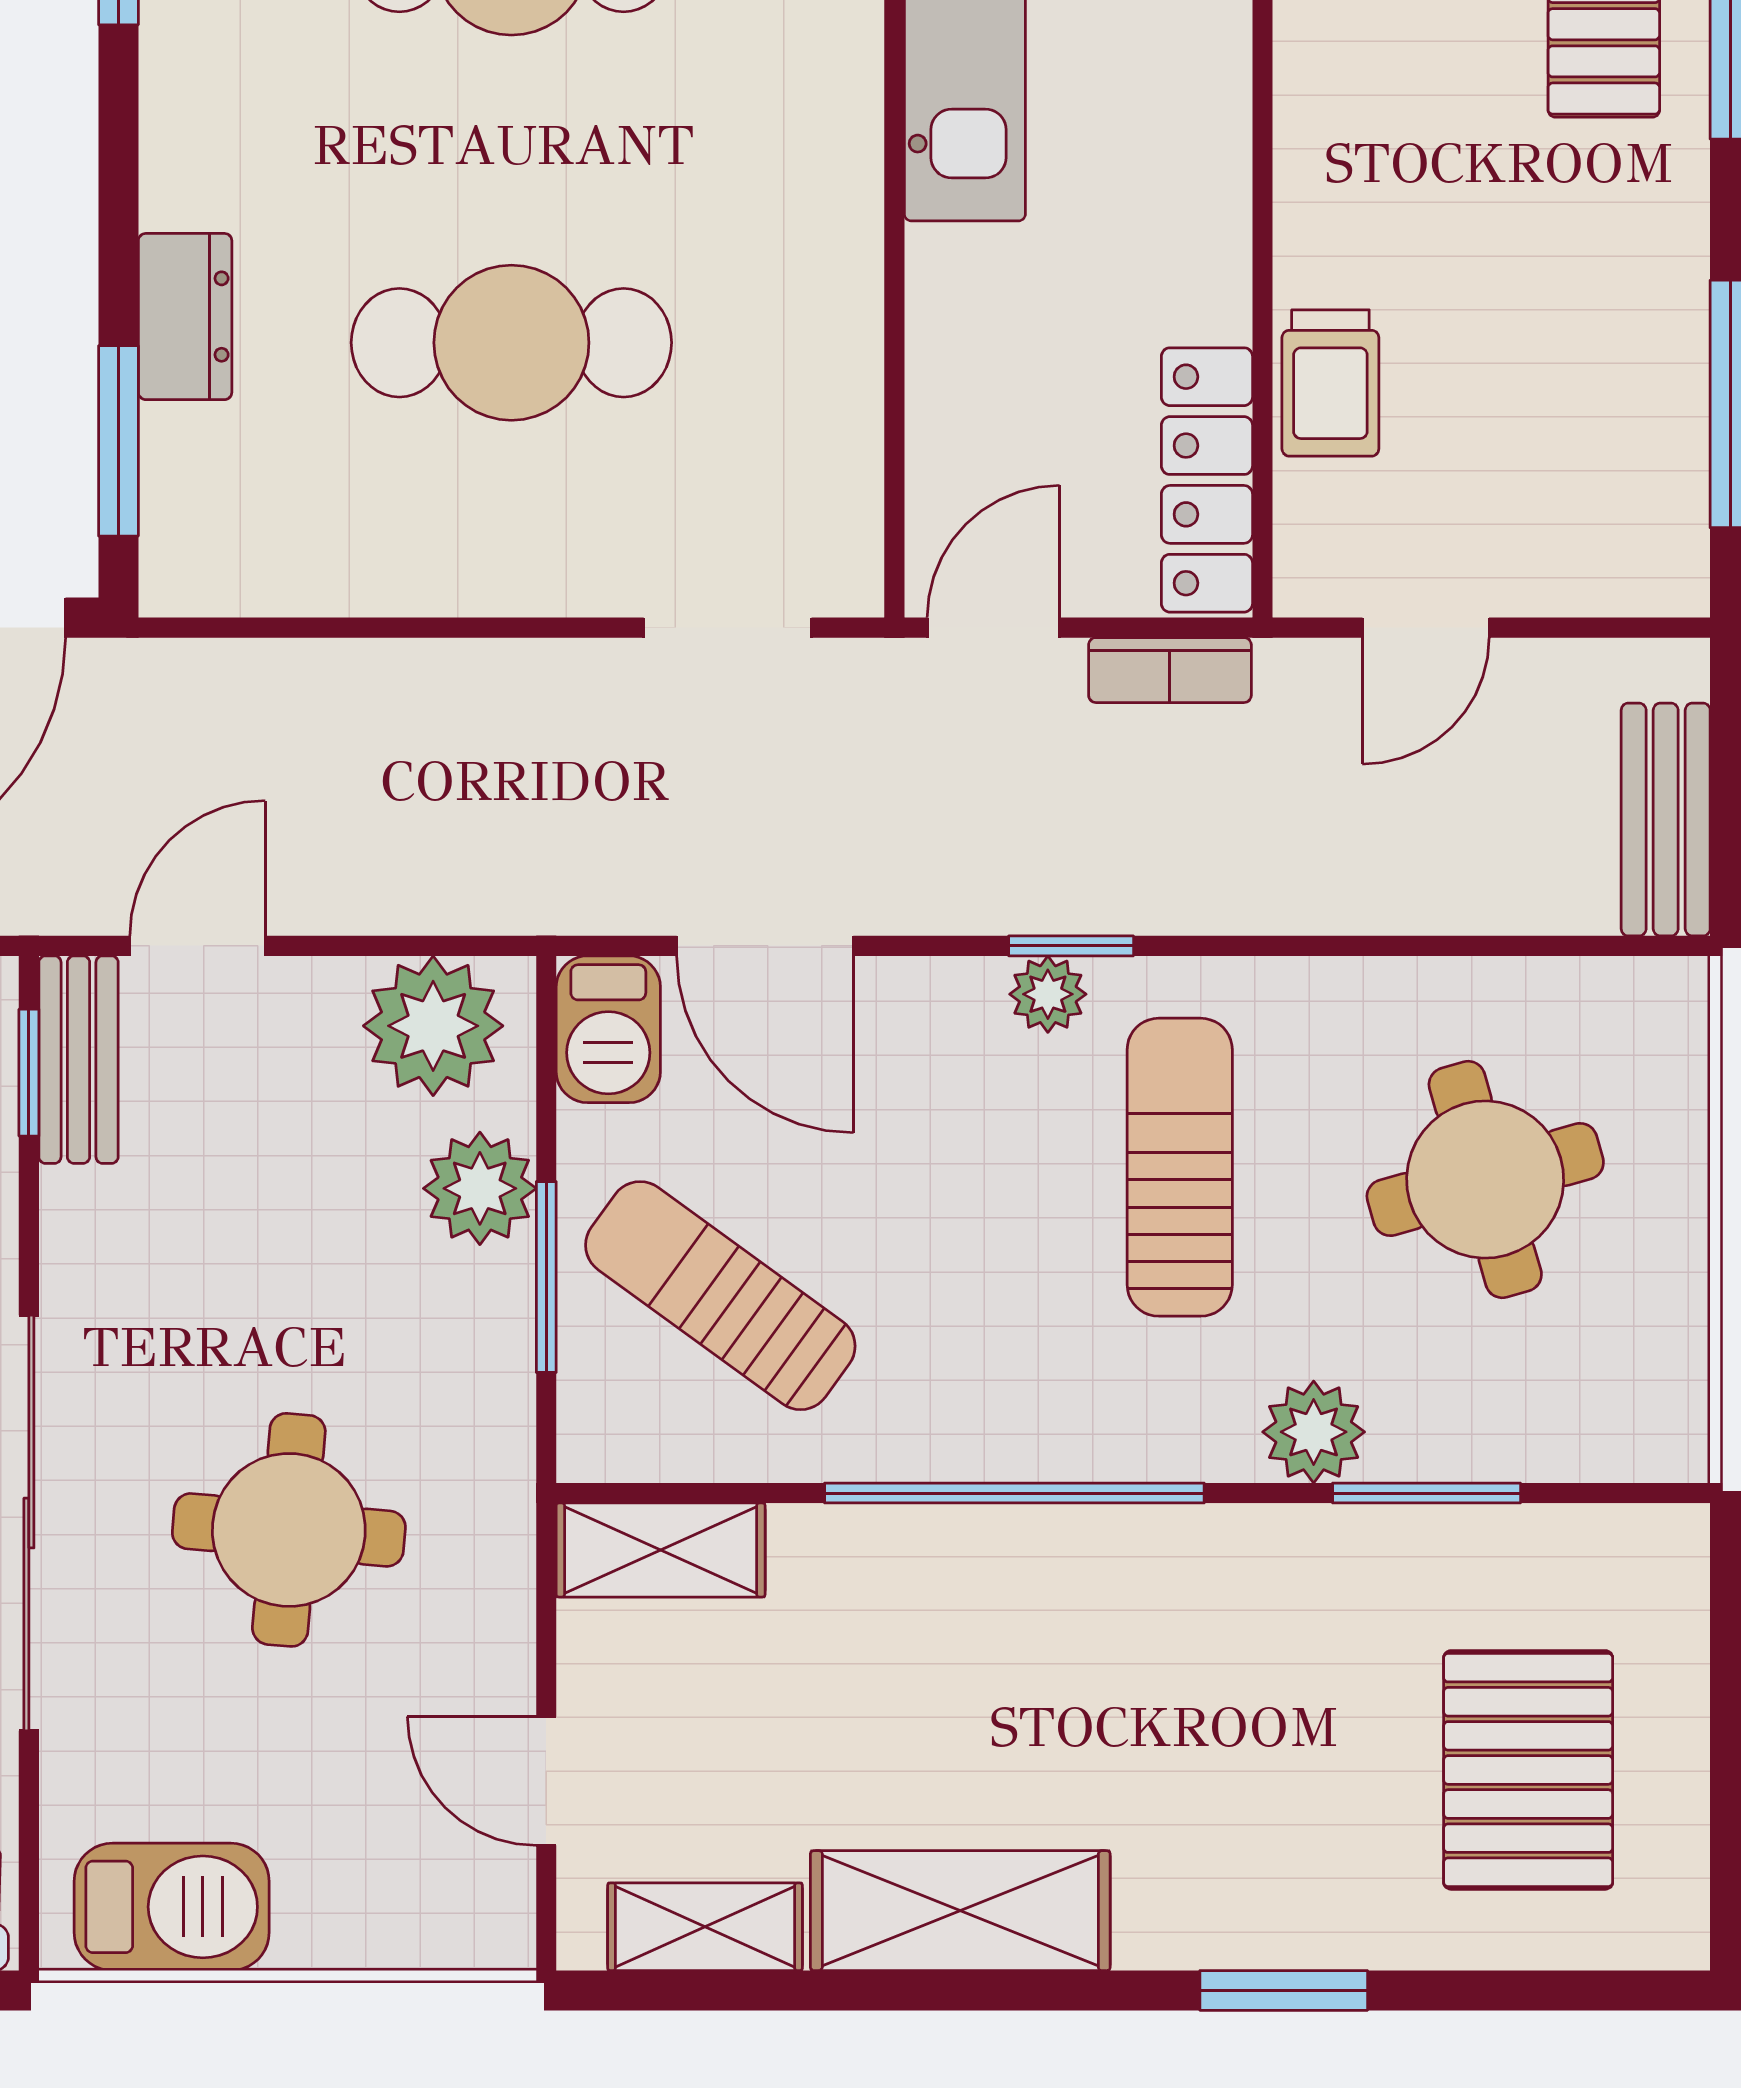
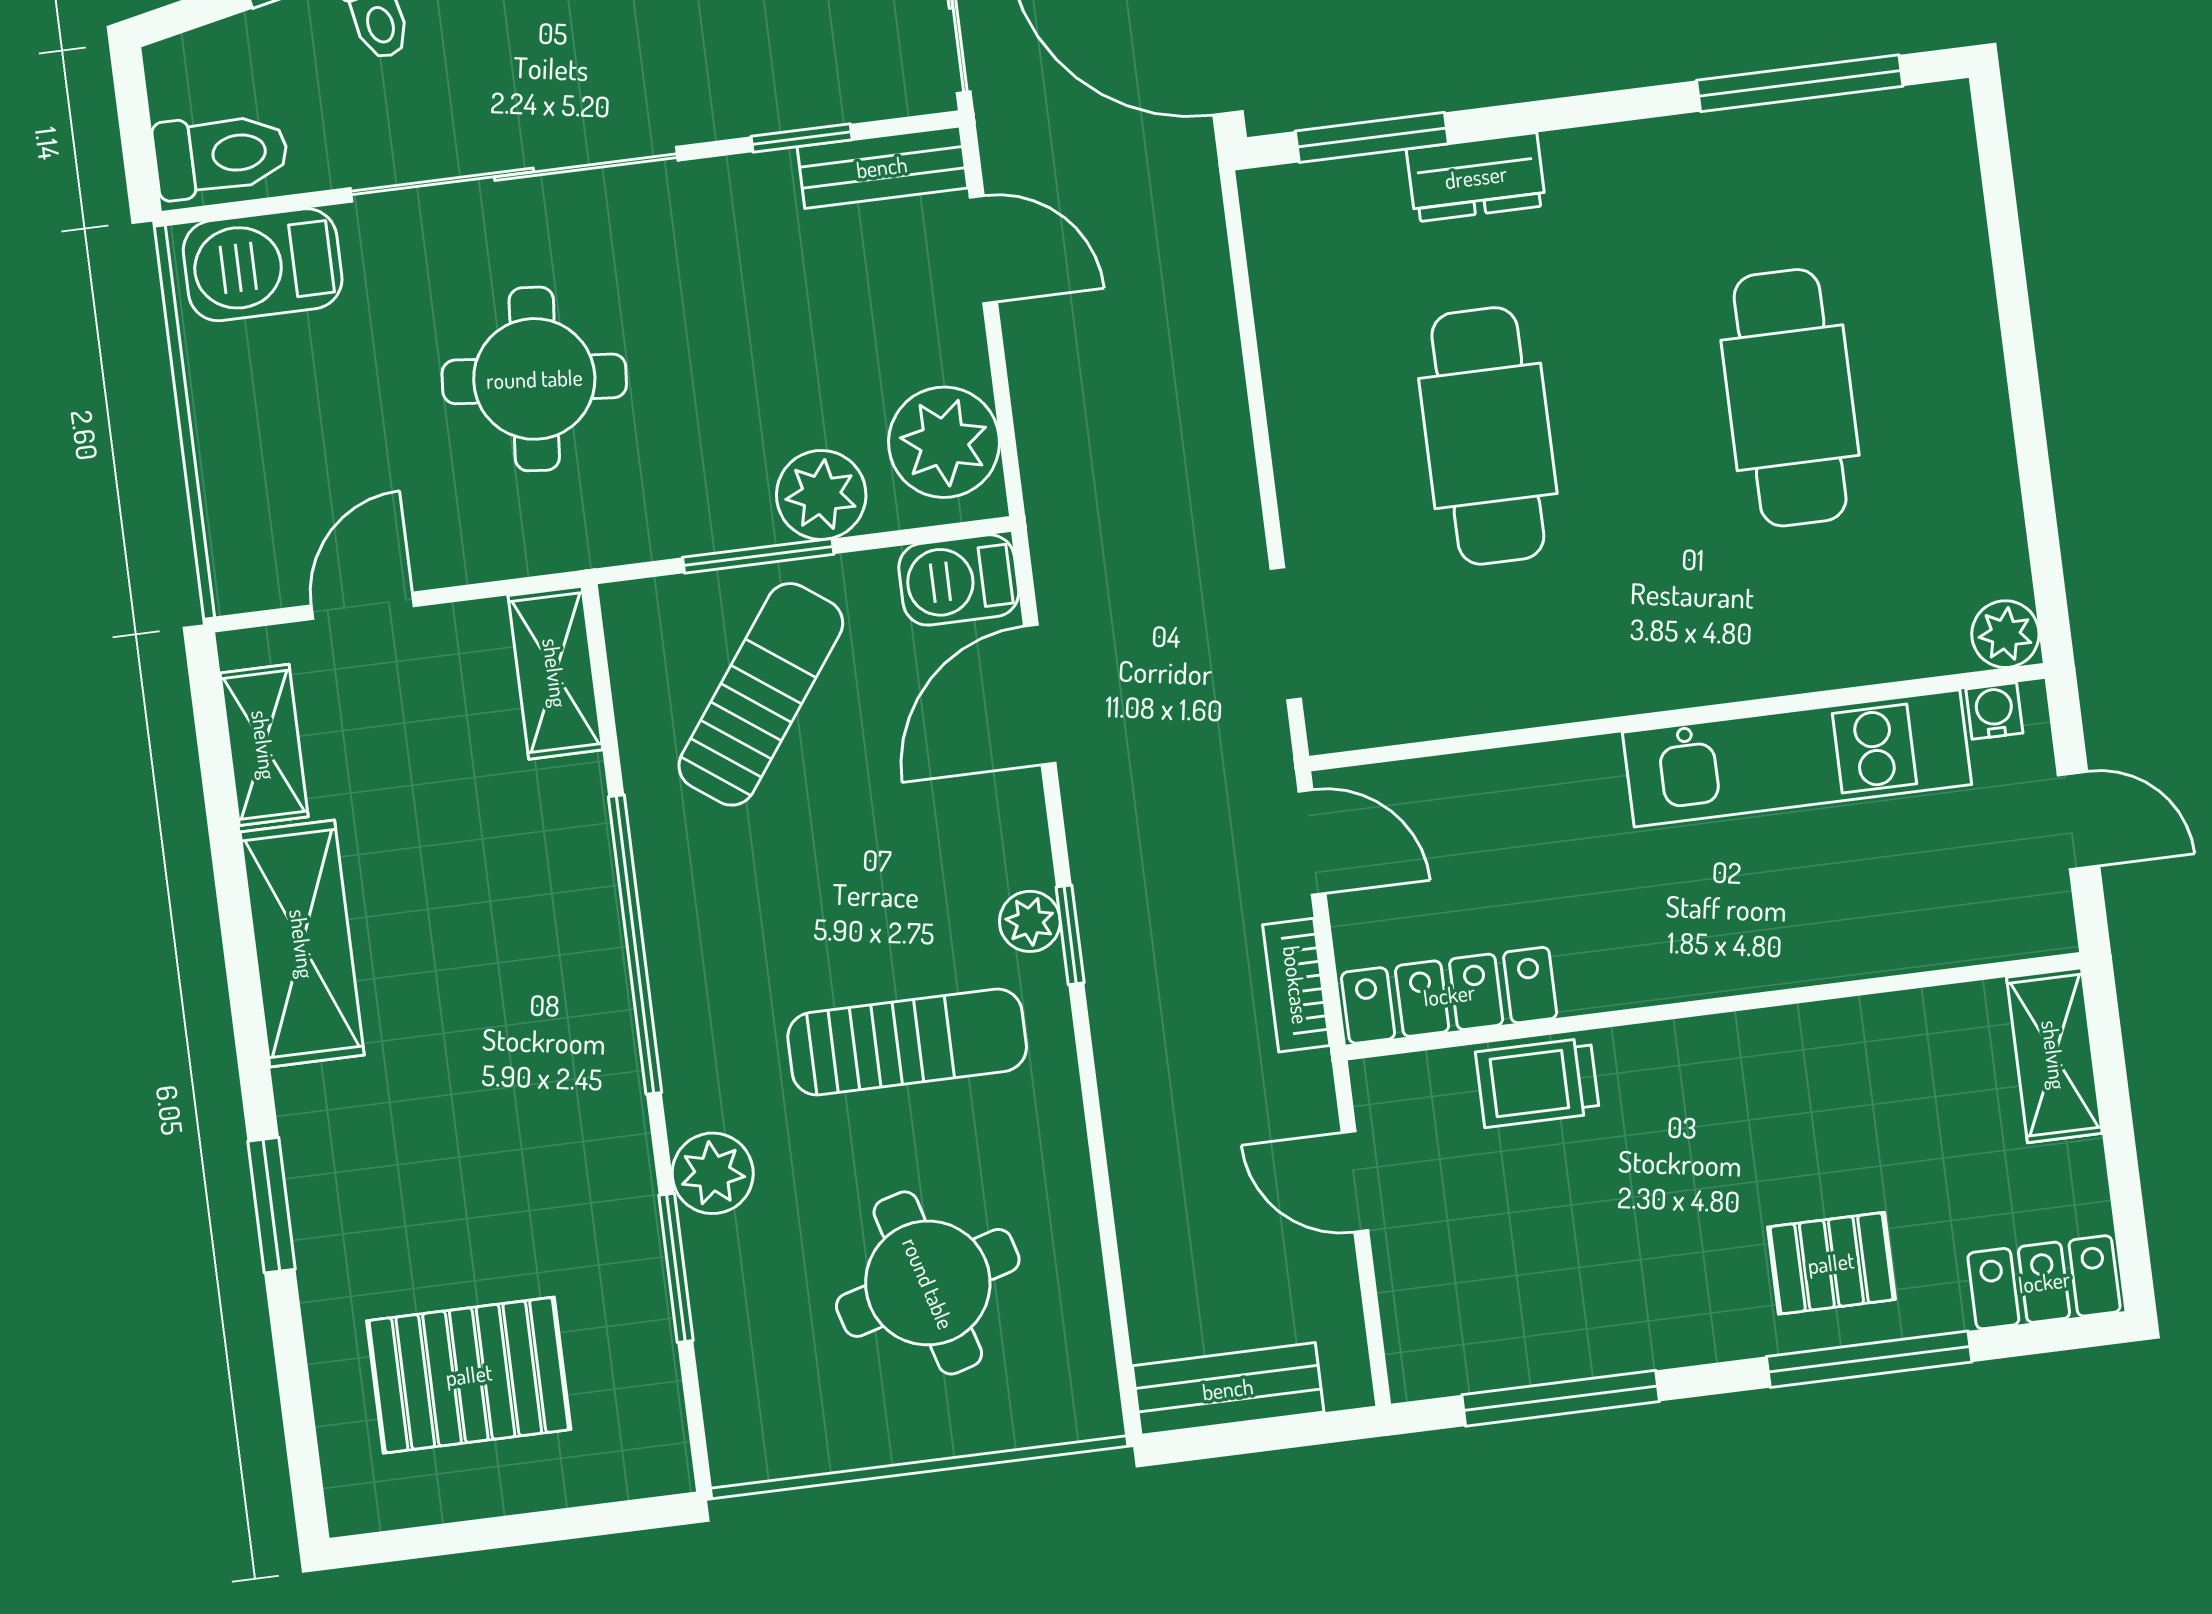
window: (29, 1073) -> (802, 138), moved
barbecue: (172, 1907) -> (263, 265), moved, turned 90

